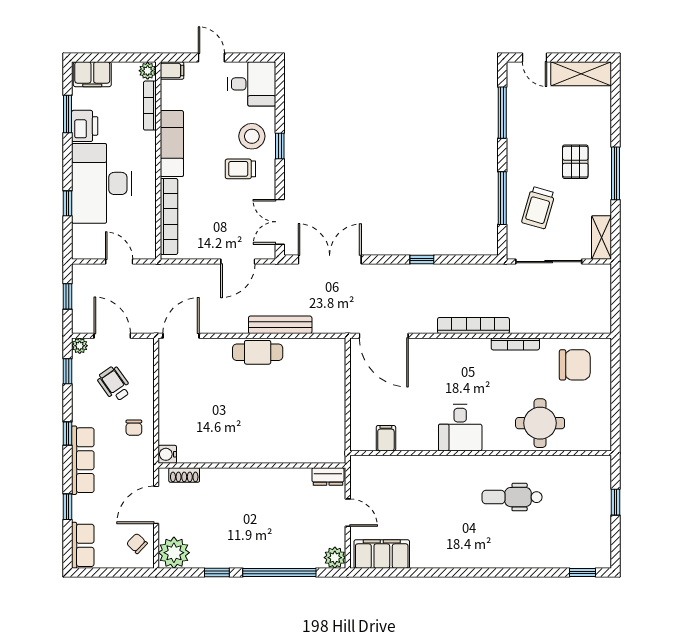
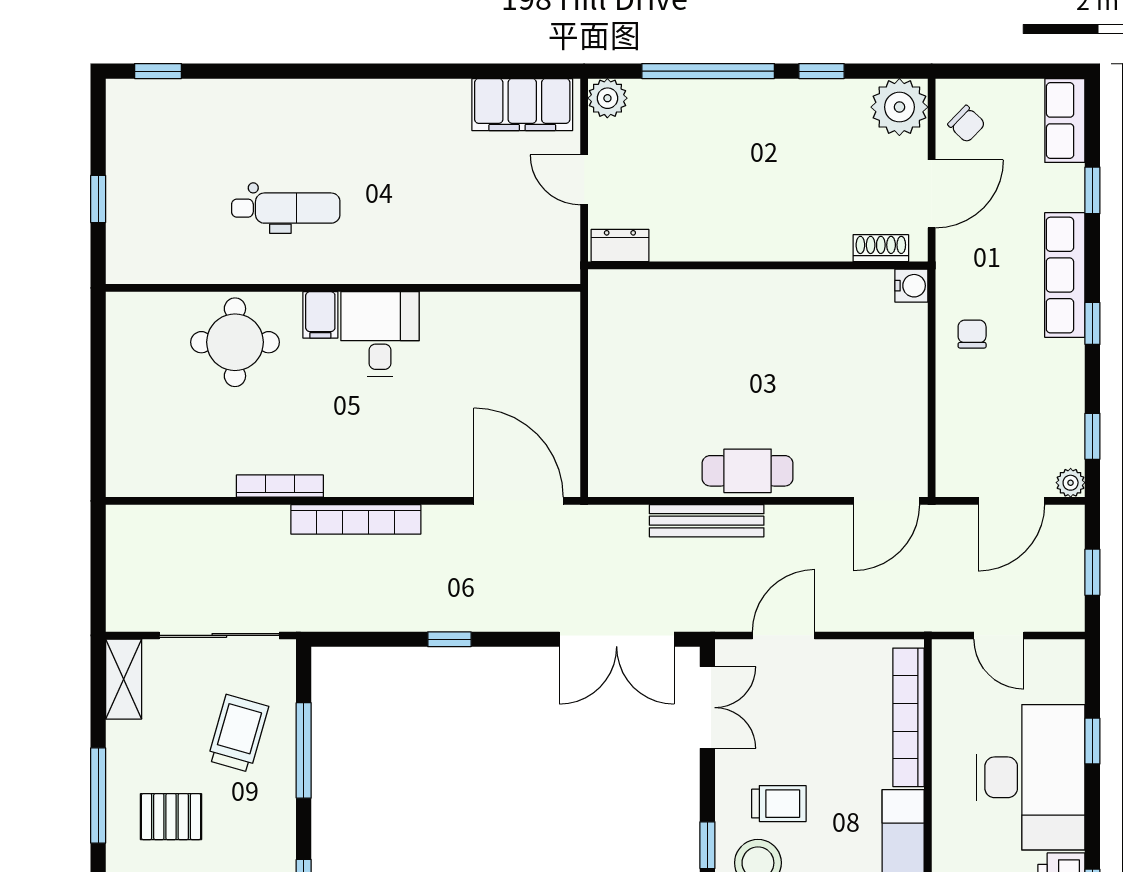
pallet: (575, 162) -> (171, 817), turned 90
door: (112, 336) -> (1011, 501), hinge flipped
chair: (575, 365) -> (172, 448), removed
wheelchair: (114, 384) -> (1007, 414), removed
filing cabinet: (386, 438) -> (320, 315), moved

